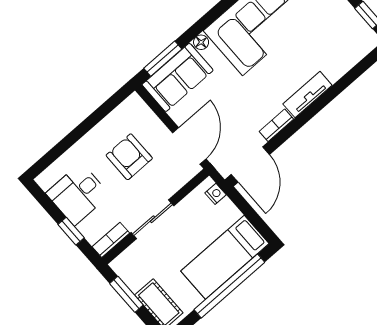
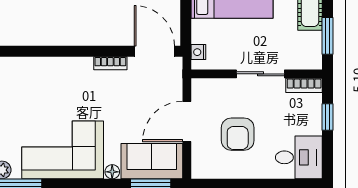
tv unit: (307, 95) -> (68, 66), removed
door: (189, 146) -> (187, 122), moved
door: (250, 164) -> (154, 51), hinge flipped
desk: (78, 194) -> (299, 157), moved

